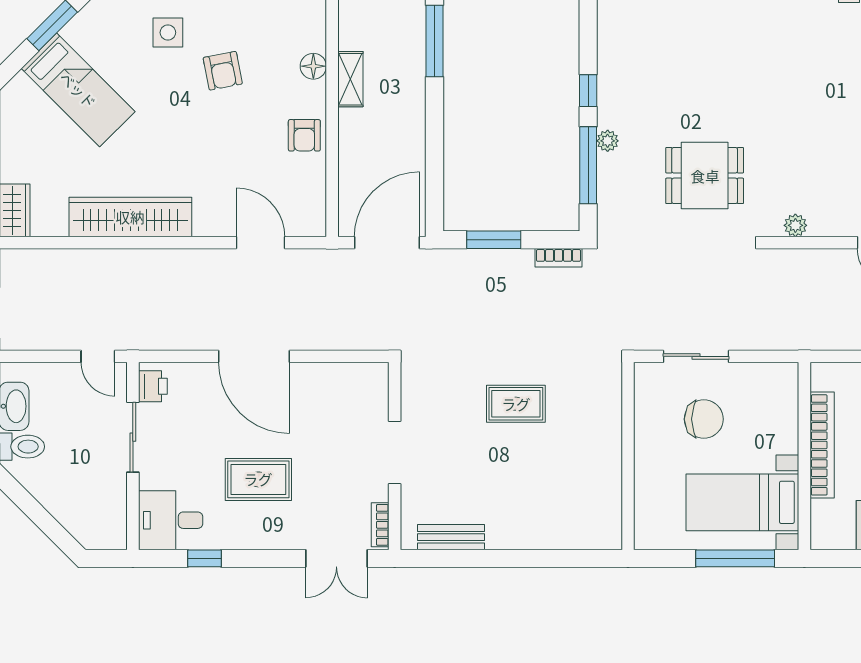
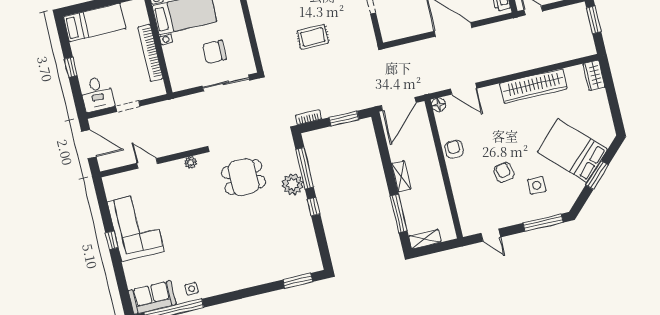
floor lamp: (313, 66) -> (439, 105), moved
shelving: (350, 79) -> (401, 176), moved
bed: (78, 90) -> (572, 151), width x1.50
plant: (608, 141) -> (293, 184), width x1.88, depth x1.88
sliding door: (696, 356) -> (226, 83), width x1.37

